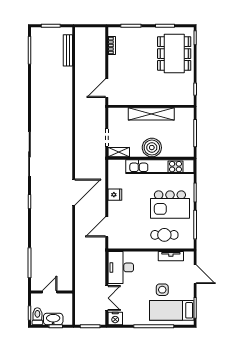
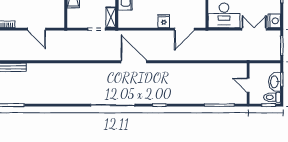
door: (107, 88) -> (37, 29), moved
door: (74, 192) -> (134, 62), moved
fridge: (115, 195) -> (164, 21), moved
door: (107, 227) -> (184, 29), hinge flipped

